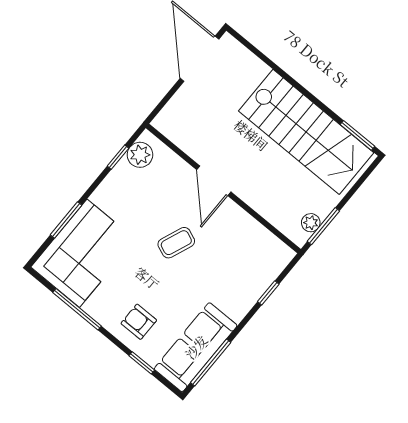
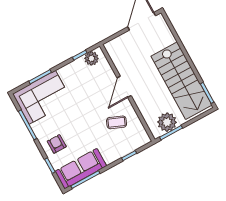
plant: (311, 223) -> (167, 122), width x1.87, depth x1.87
coffee table: (176, 243) -> (117, 122), moved

